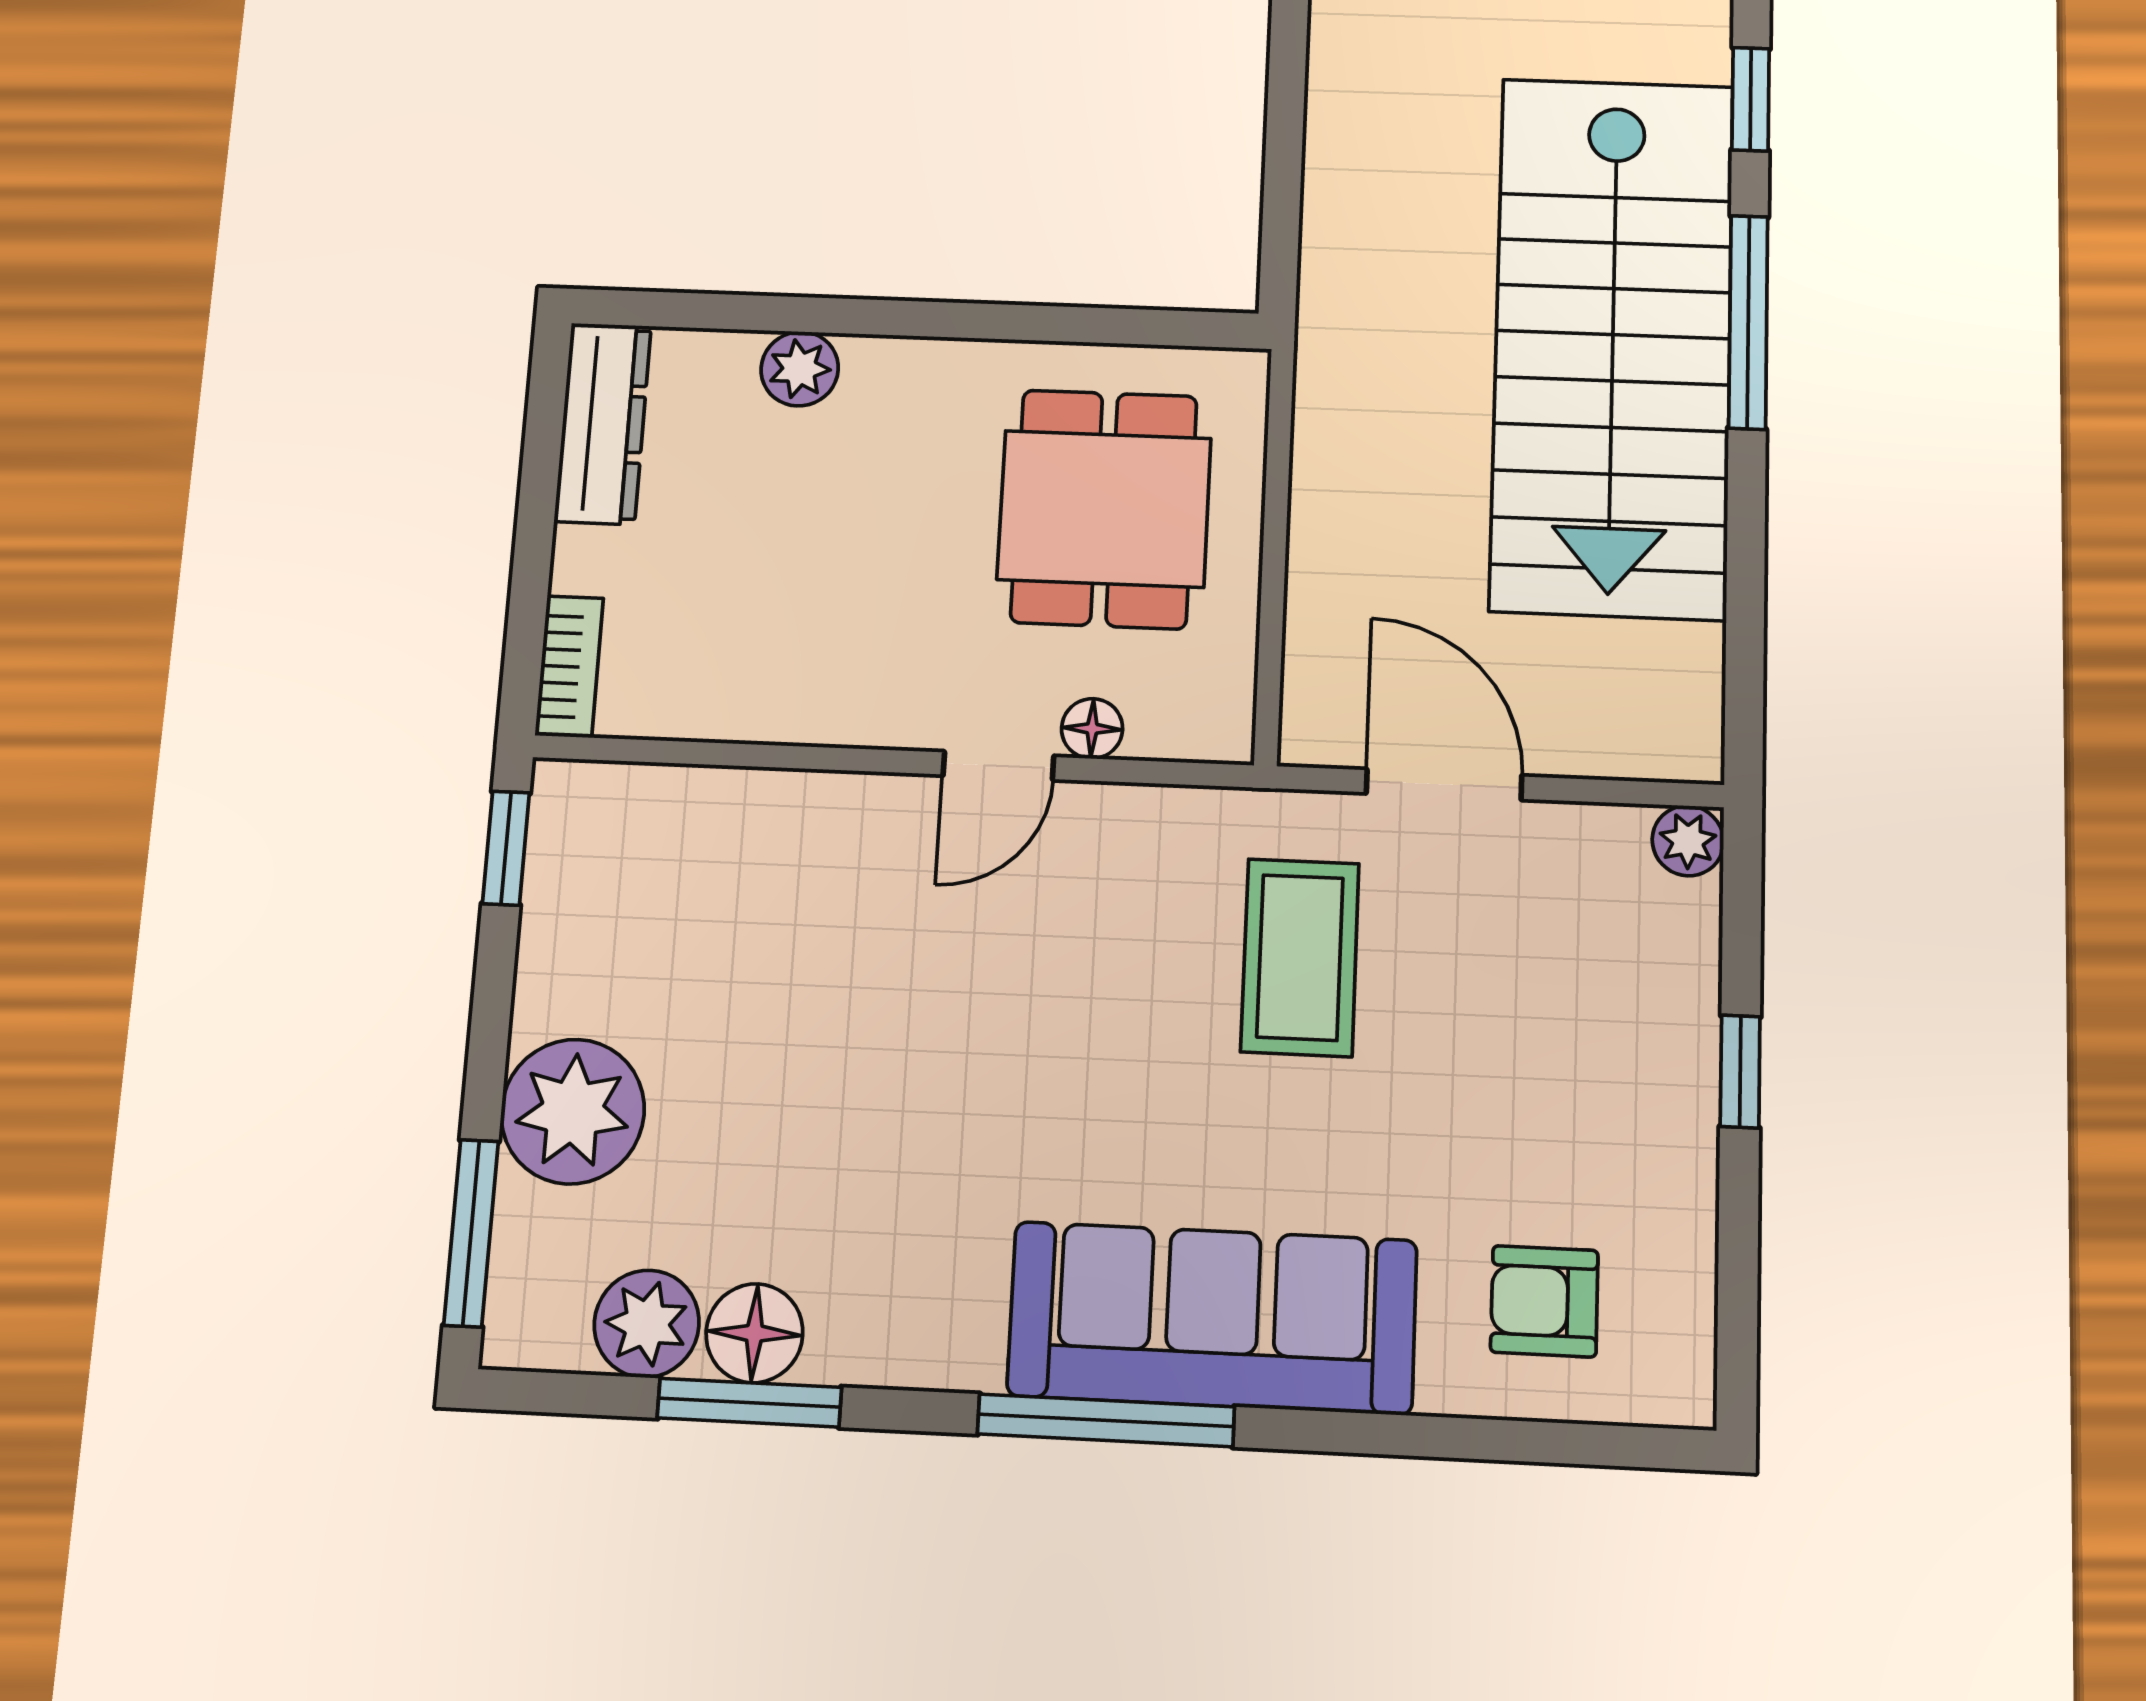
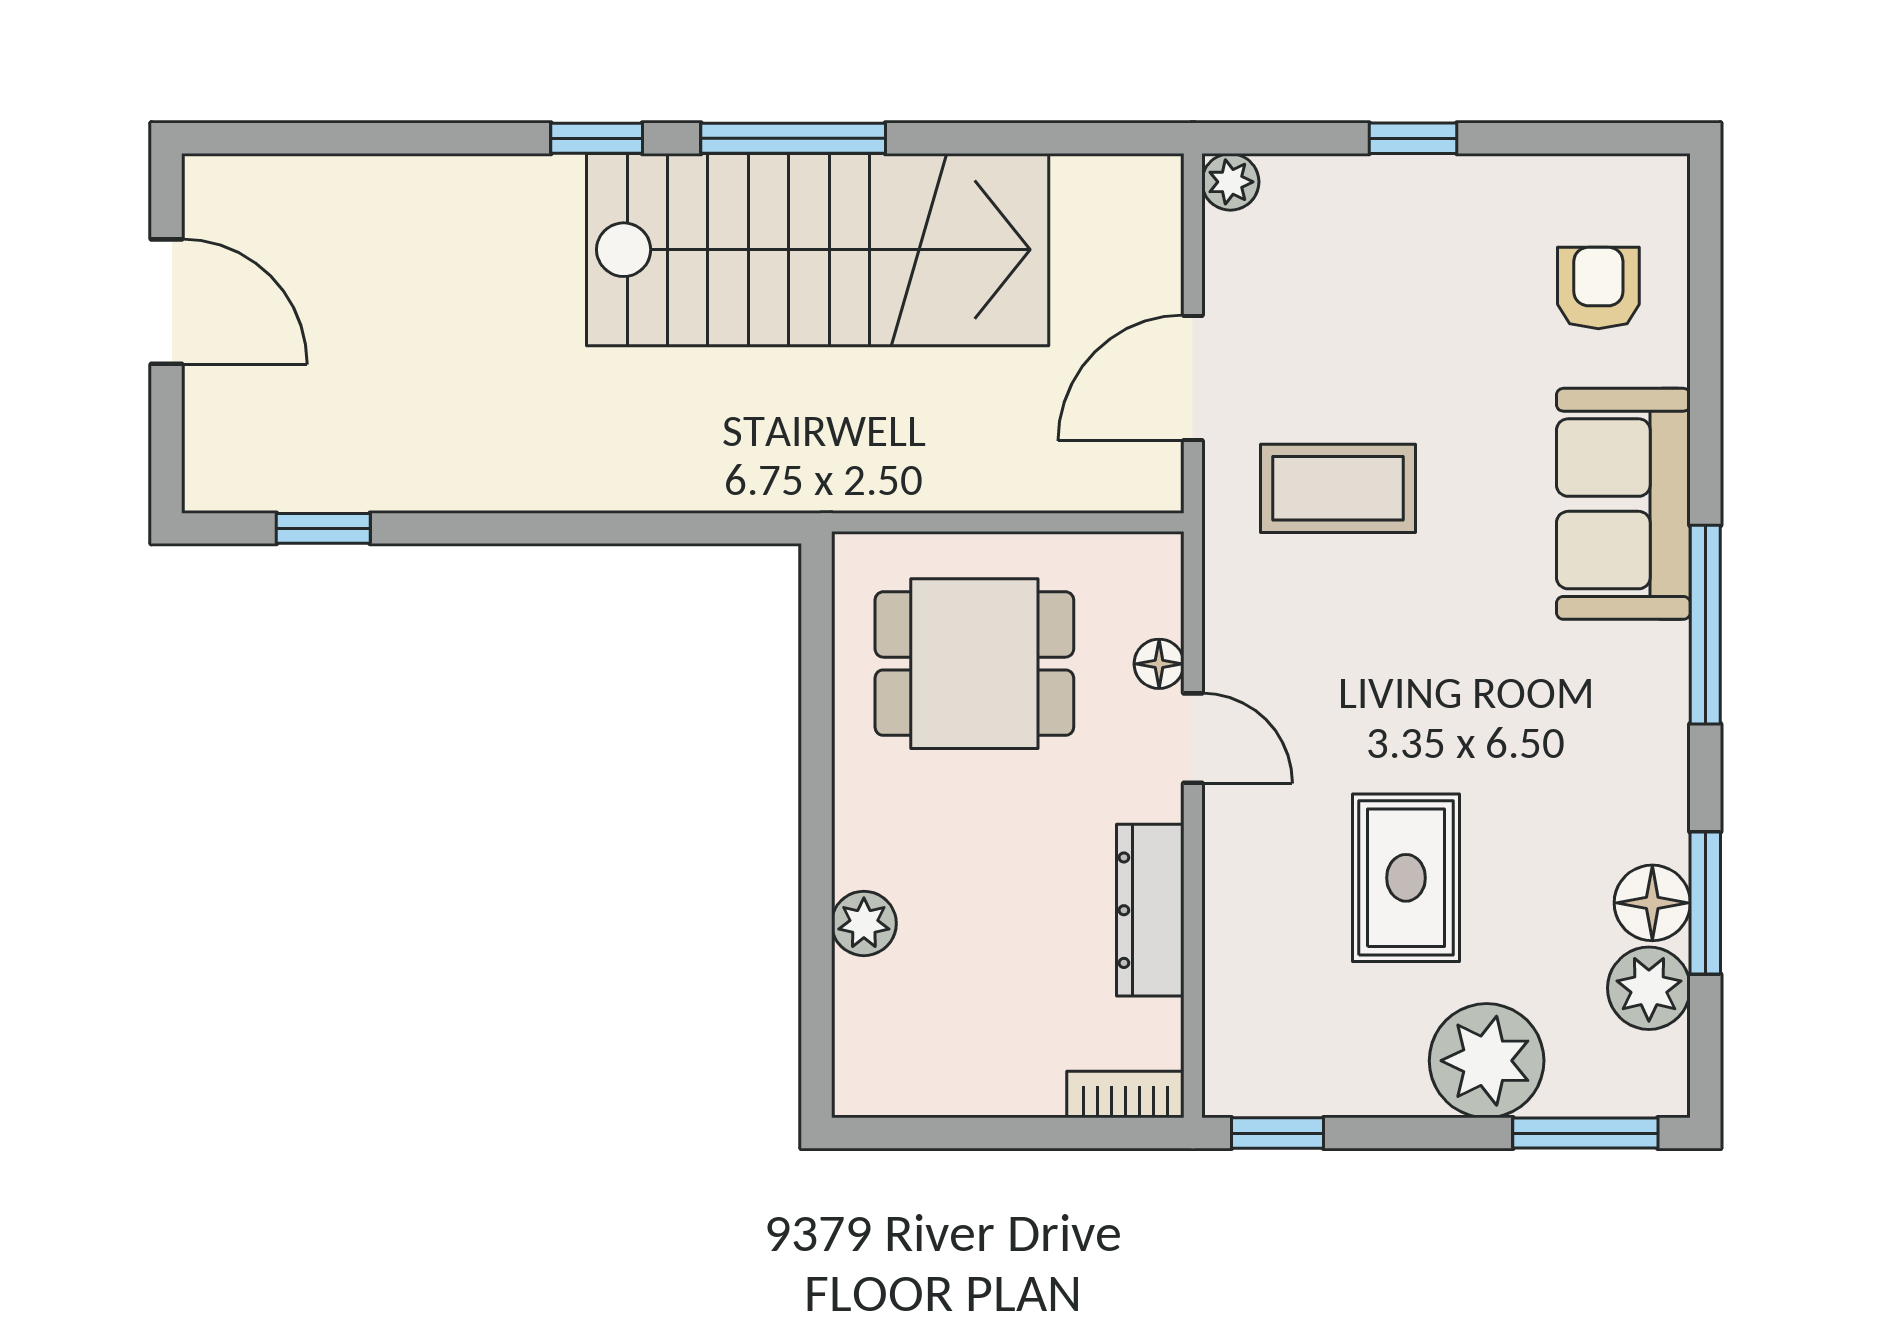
dresser: (603, 423) -> (1150, 910), moved, turned -90
rug: (808, 1021) -> (1406, 878), added
armchair: (1544, 1301) -> (1598, 288), turned 180
sofa: (1212, 1318) -> (1623, 504), width x0.73

